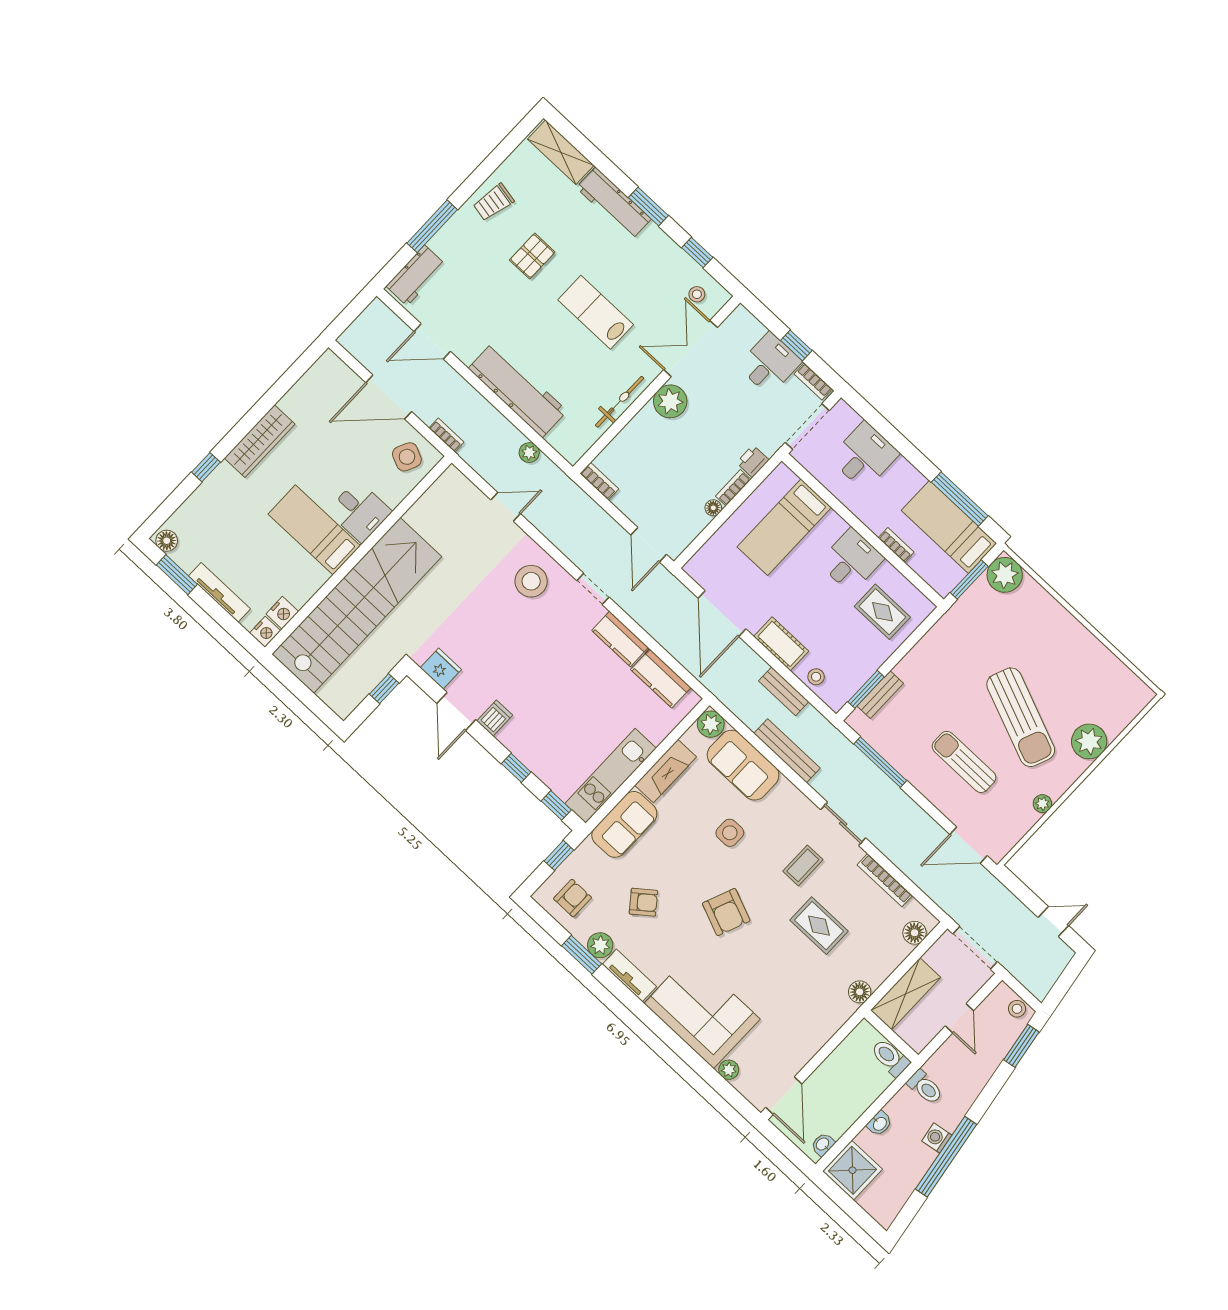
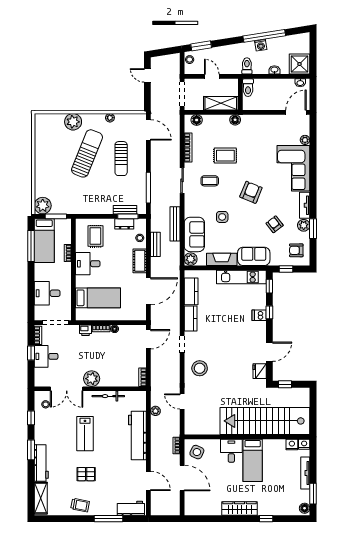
dresser: (860, 673) -> (124, 224), added
dishwasher: (495, 718) -> (259, 315), moved
rug: (819, 926) -> (225, 156), turned 90
door: (959, 1018) -> (212, 76), hinge flipped

